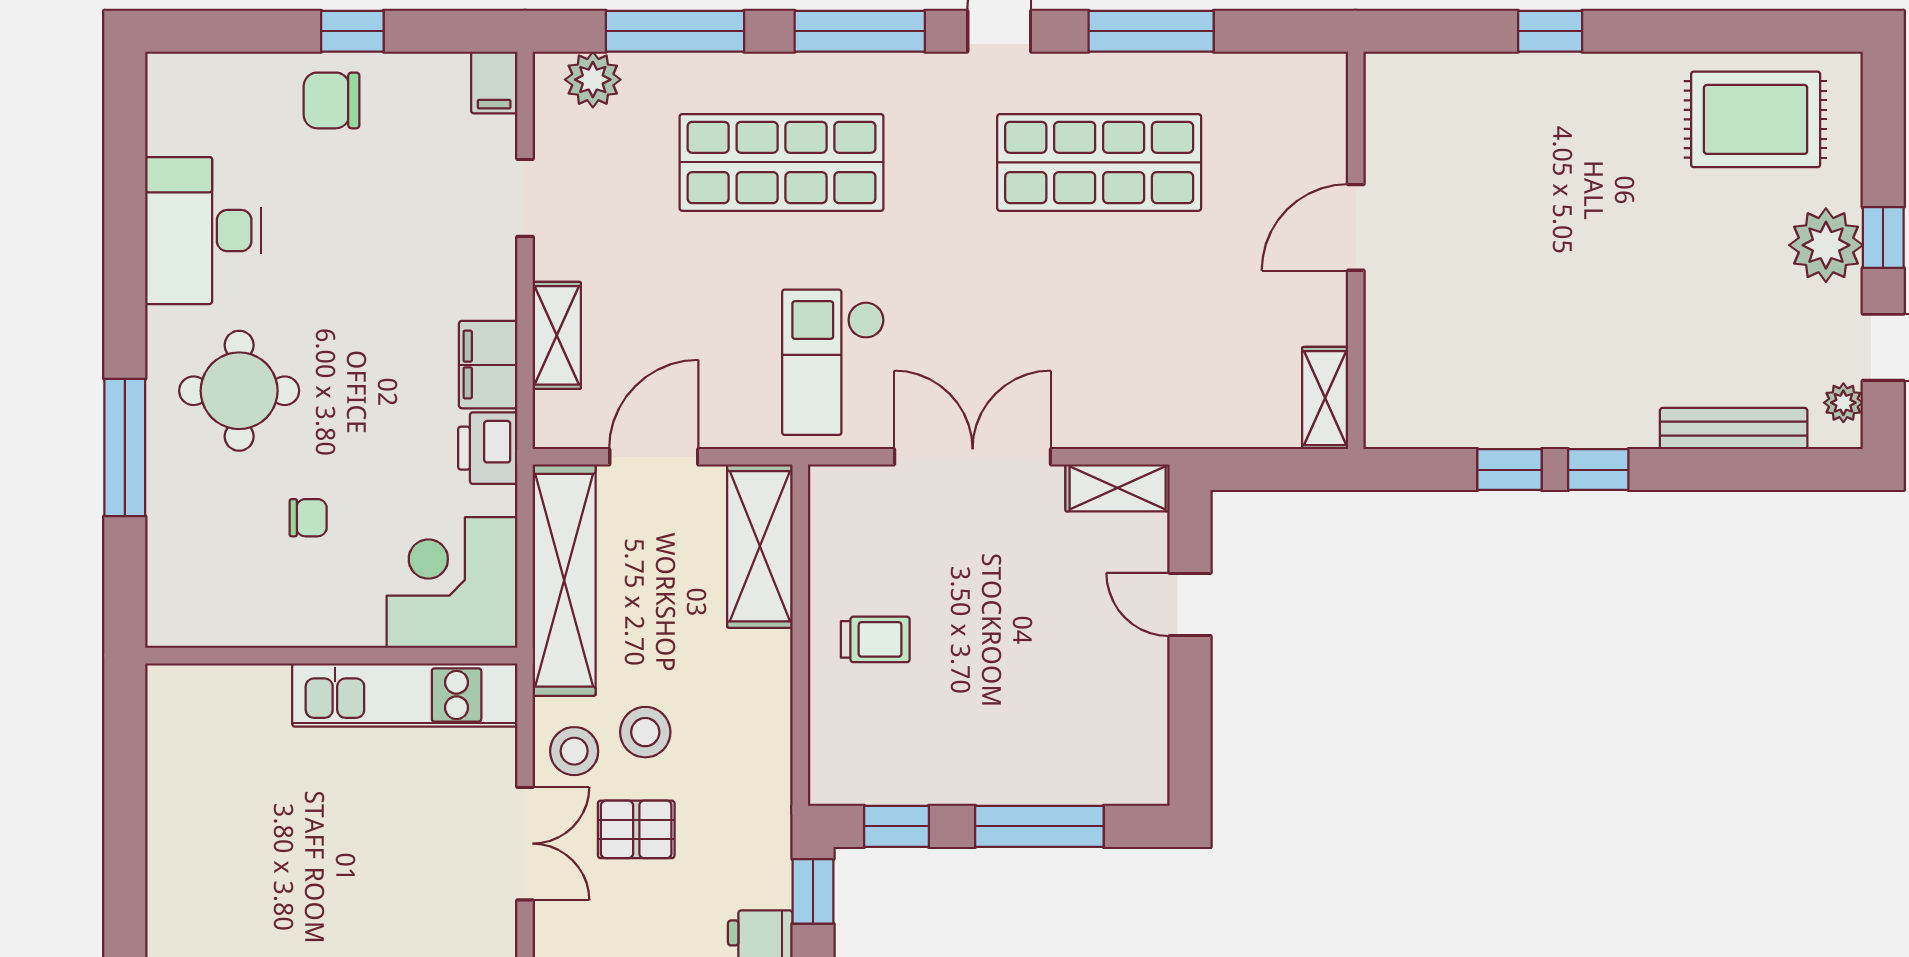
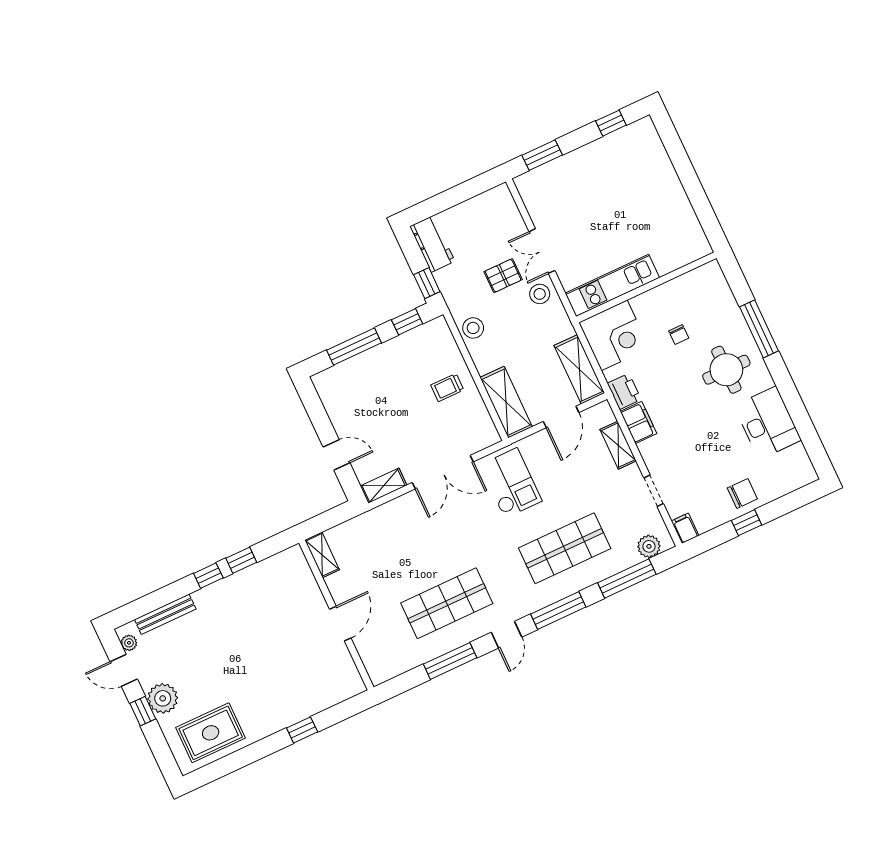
chair: (308, 518) -> (679, 335), turned -90
shelving: (564, 580) -> (579, 369), width x0.68
stool: (645, 732) -> (473, 328), moved

